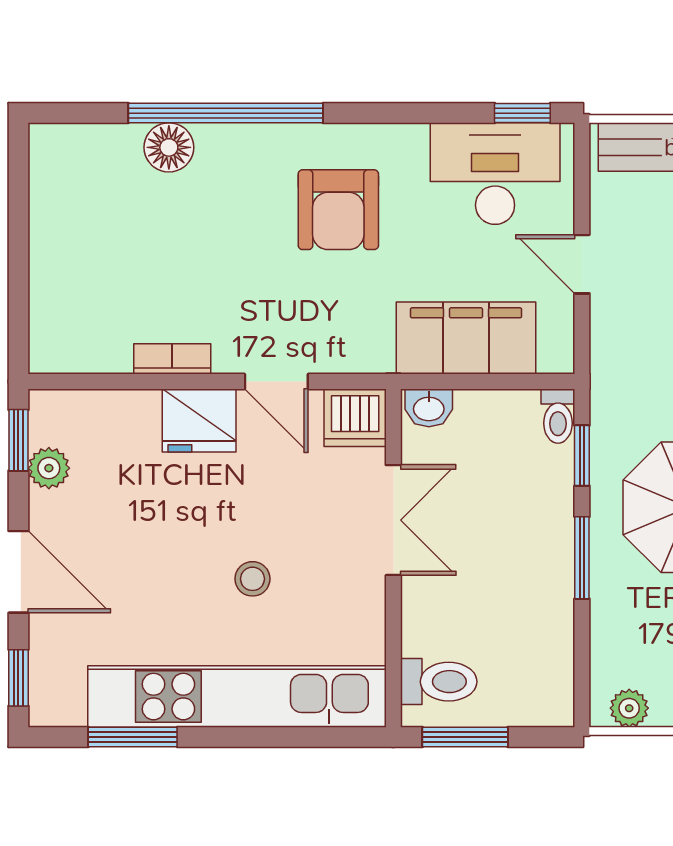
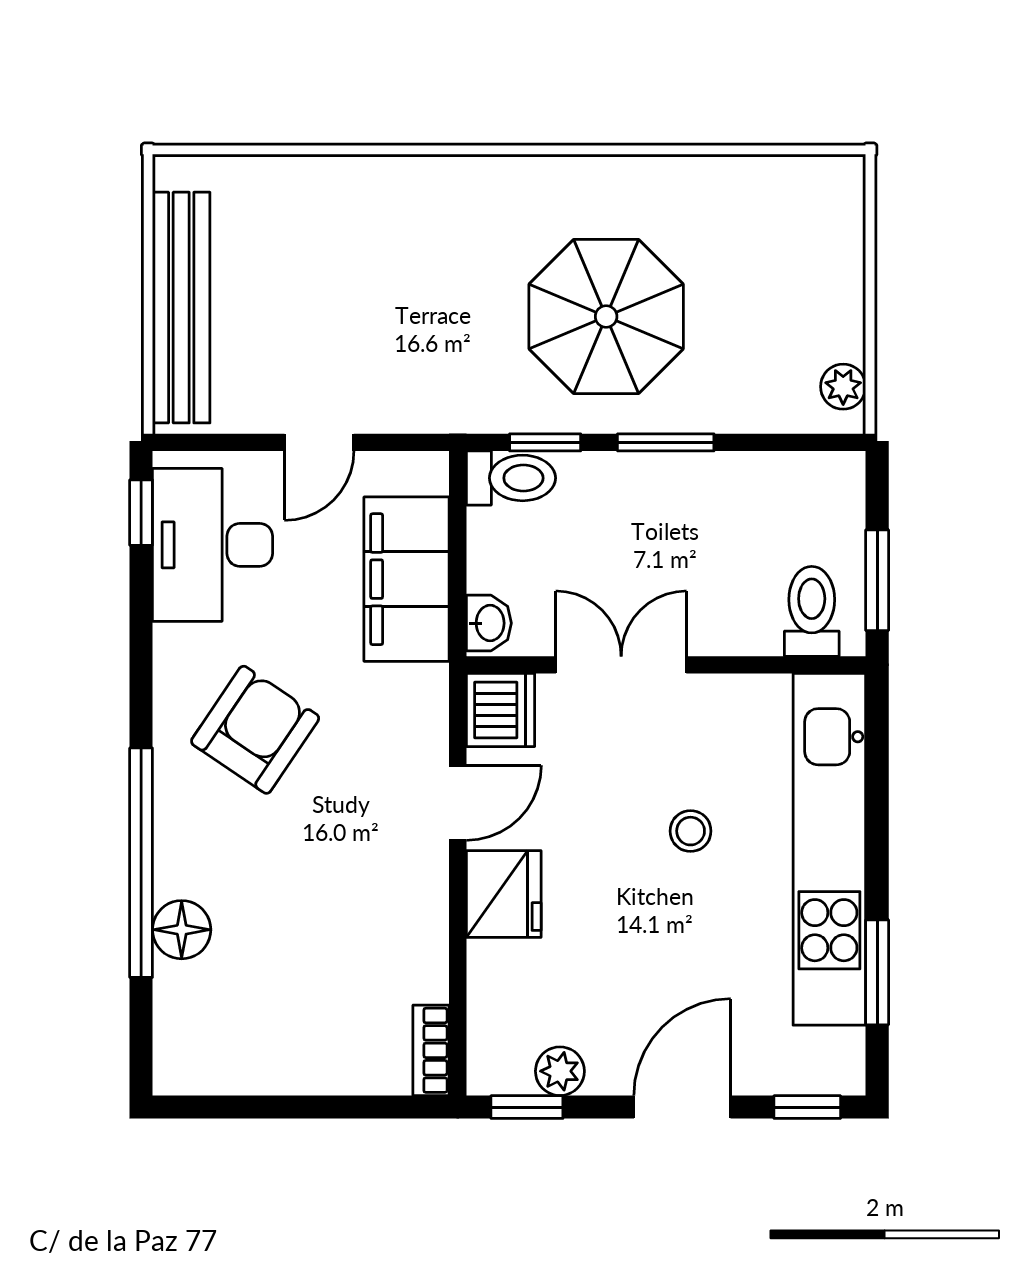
armchair: (338, 210) -> (255, 730), turned -56
bookcase: (172, 359) -> (431, 1050), moved
toilet: (558, 416) -> (511, 478), width x1.37, depth x1.39

